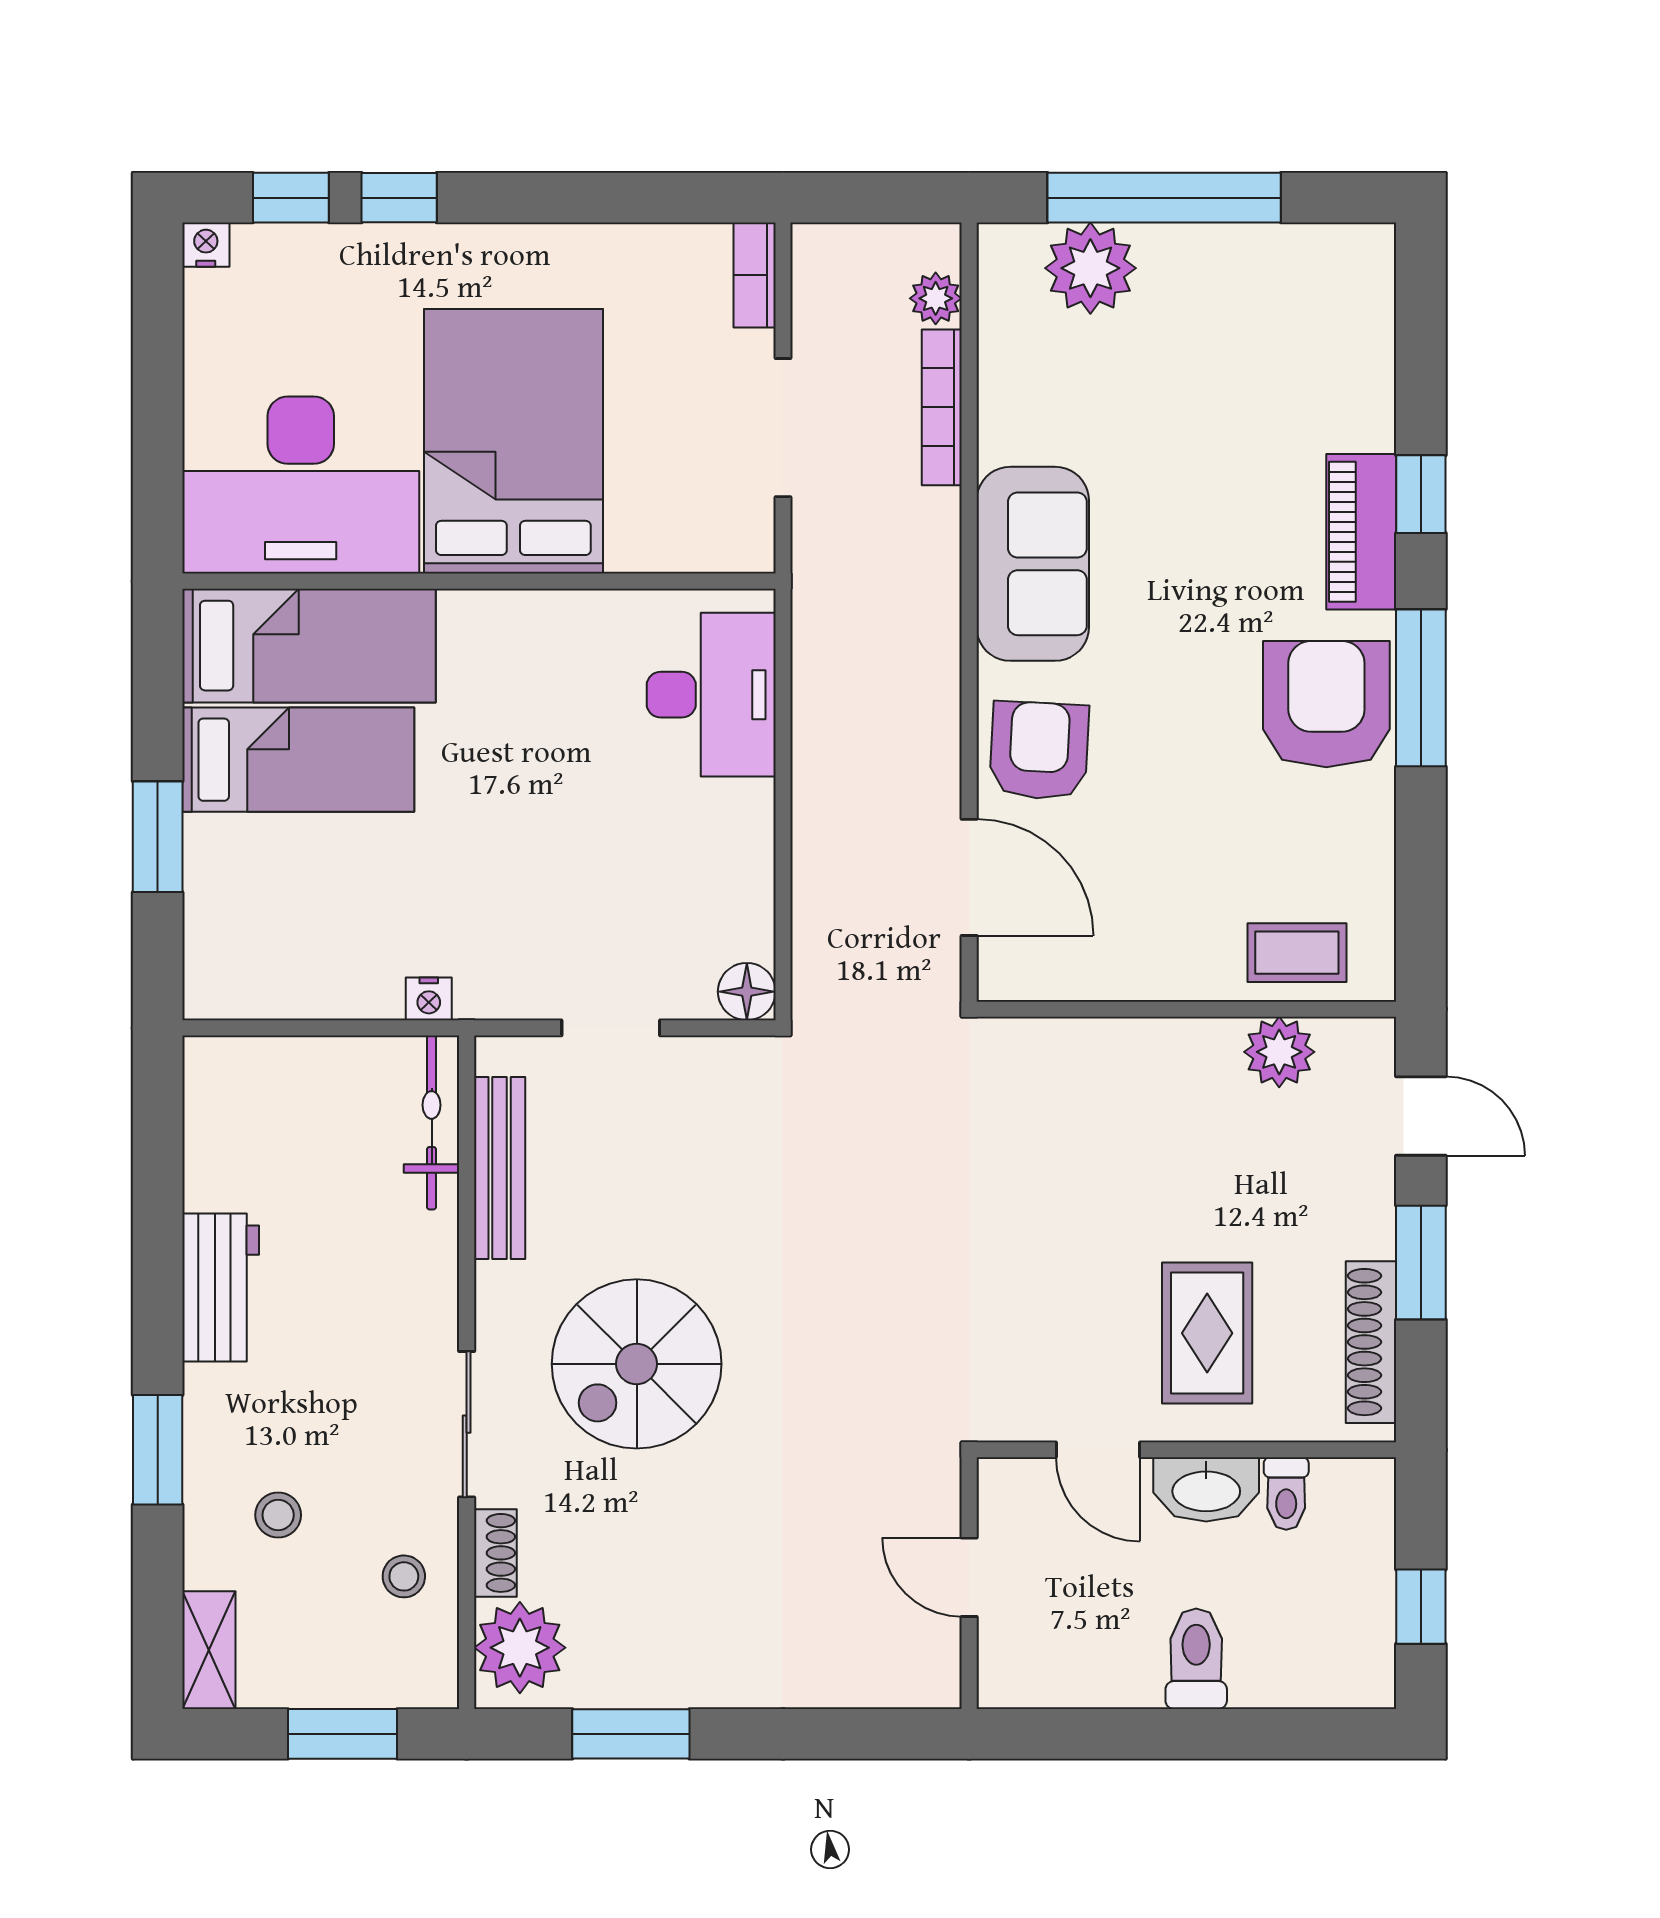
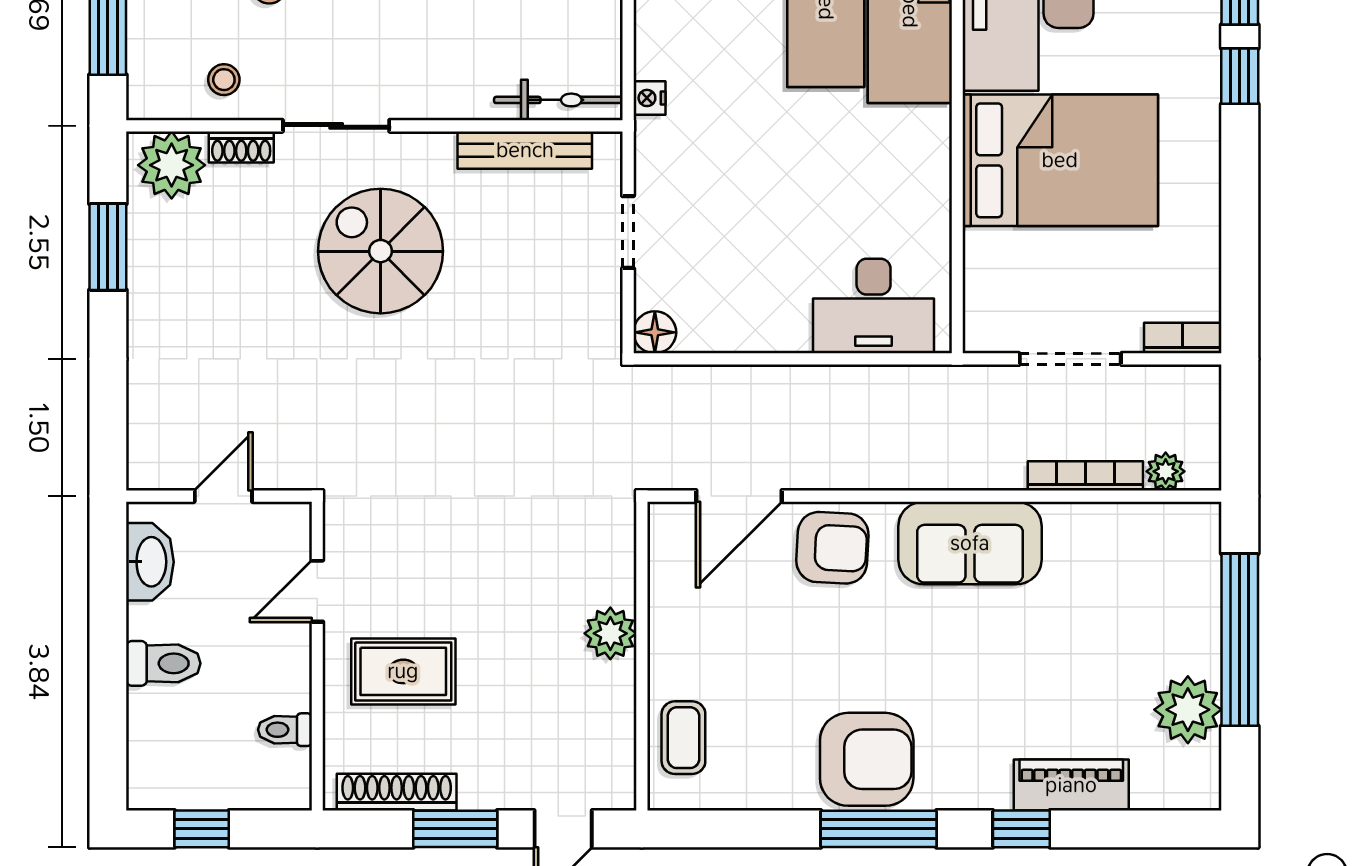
plant: (1090, 268) -> (1188, 710), moved
piano: (1361, 532) -> (1071, 785), moved
plant: (1279, 1052) -> (610, 633), moved
washbasin: (1206, 1489) -> (150, 562), moved, turned 180

